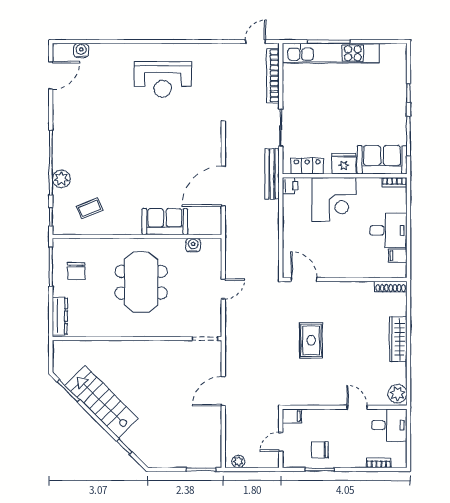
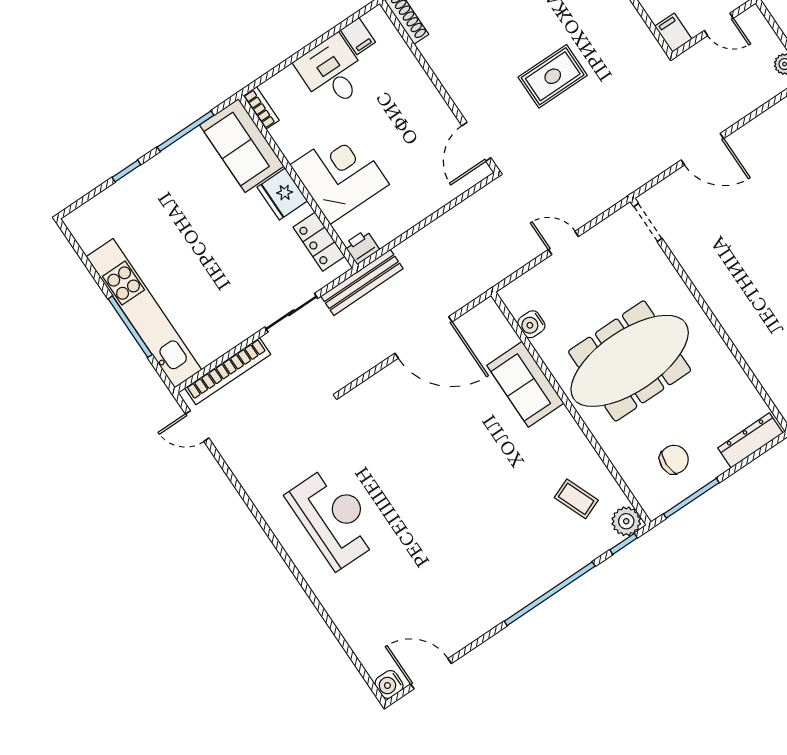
water cooler: (81, 51) -> (389, 684), moved
plant: (61, 179) -> (626, 521), moved
meeting table: (141, 282) -> (630, 361), width x1.36

